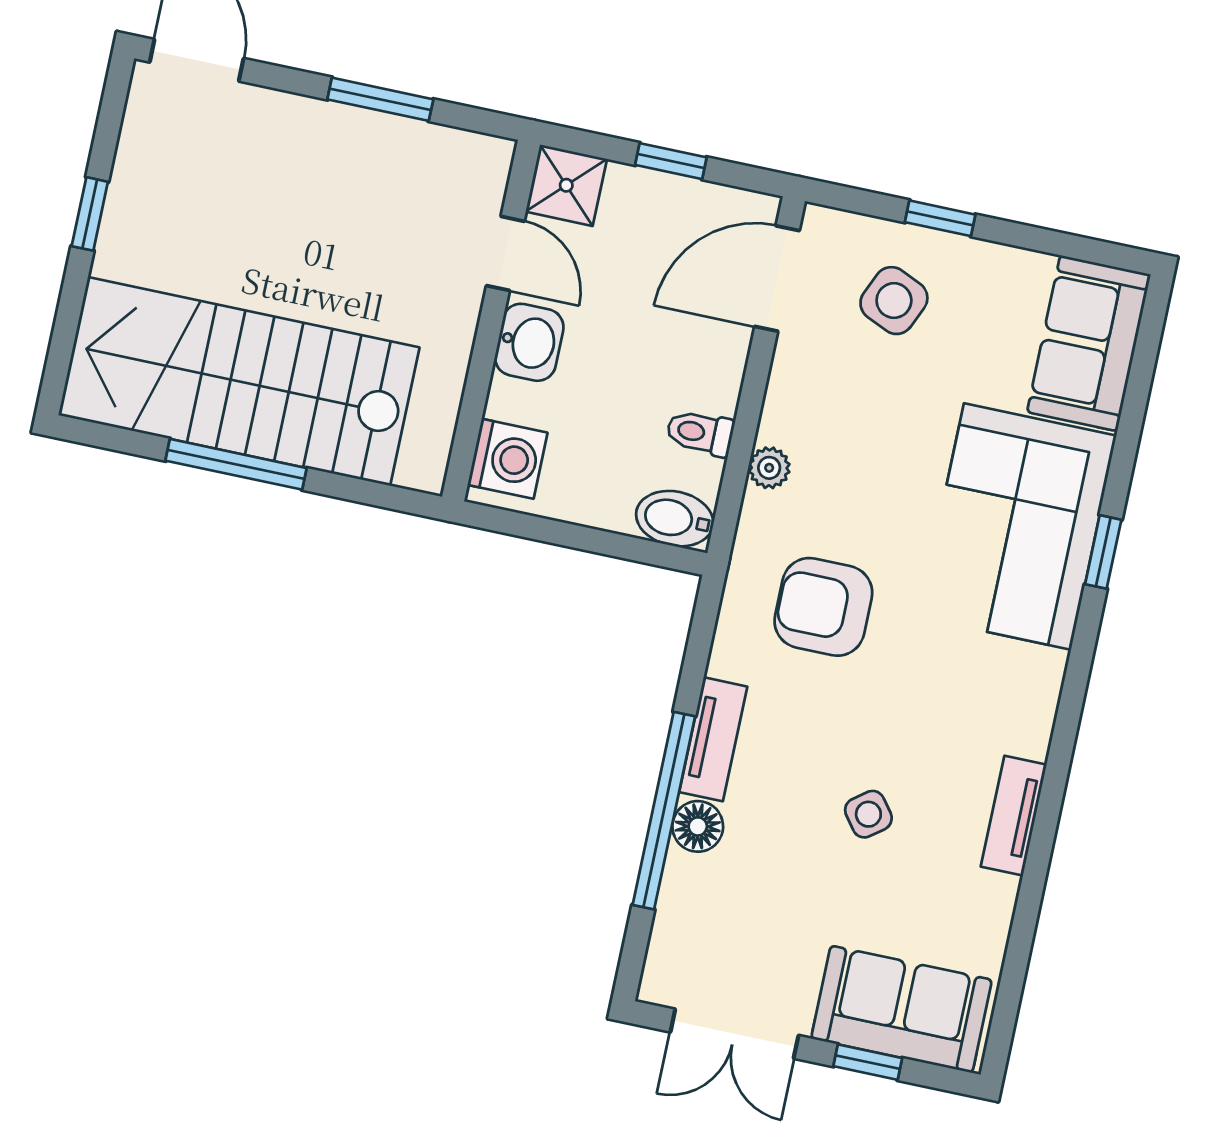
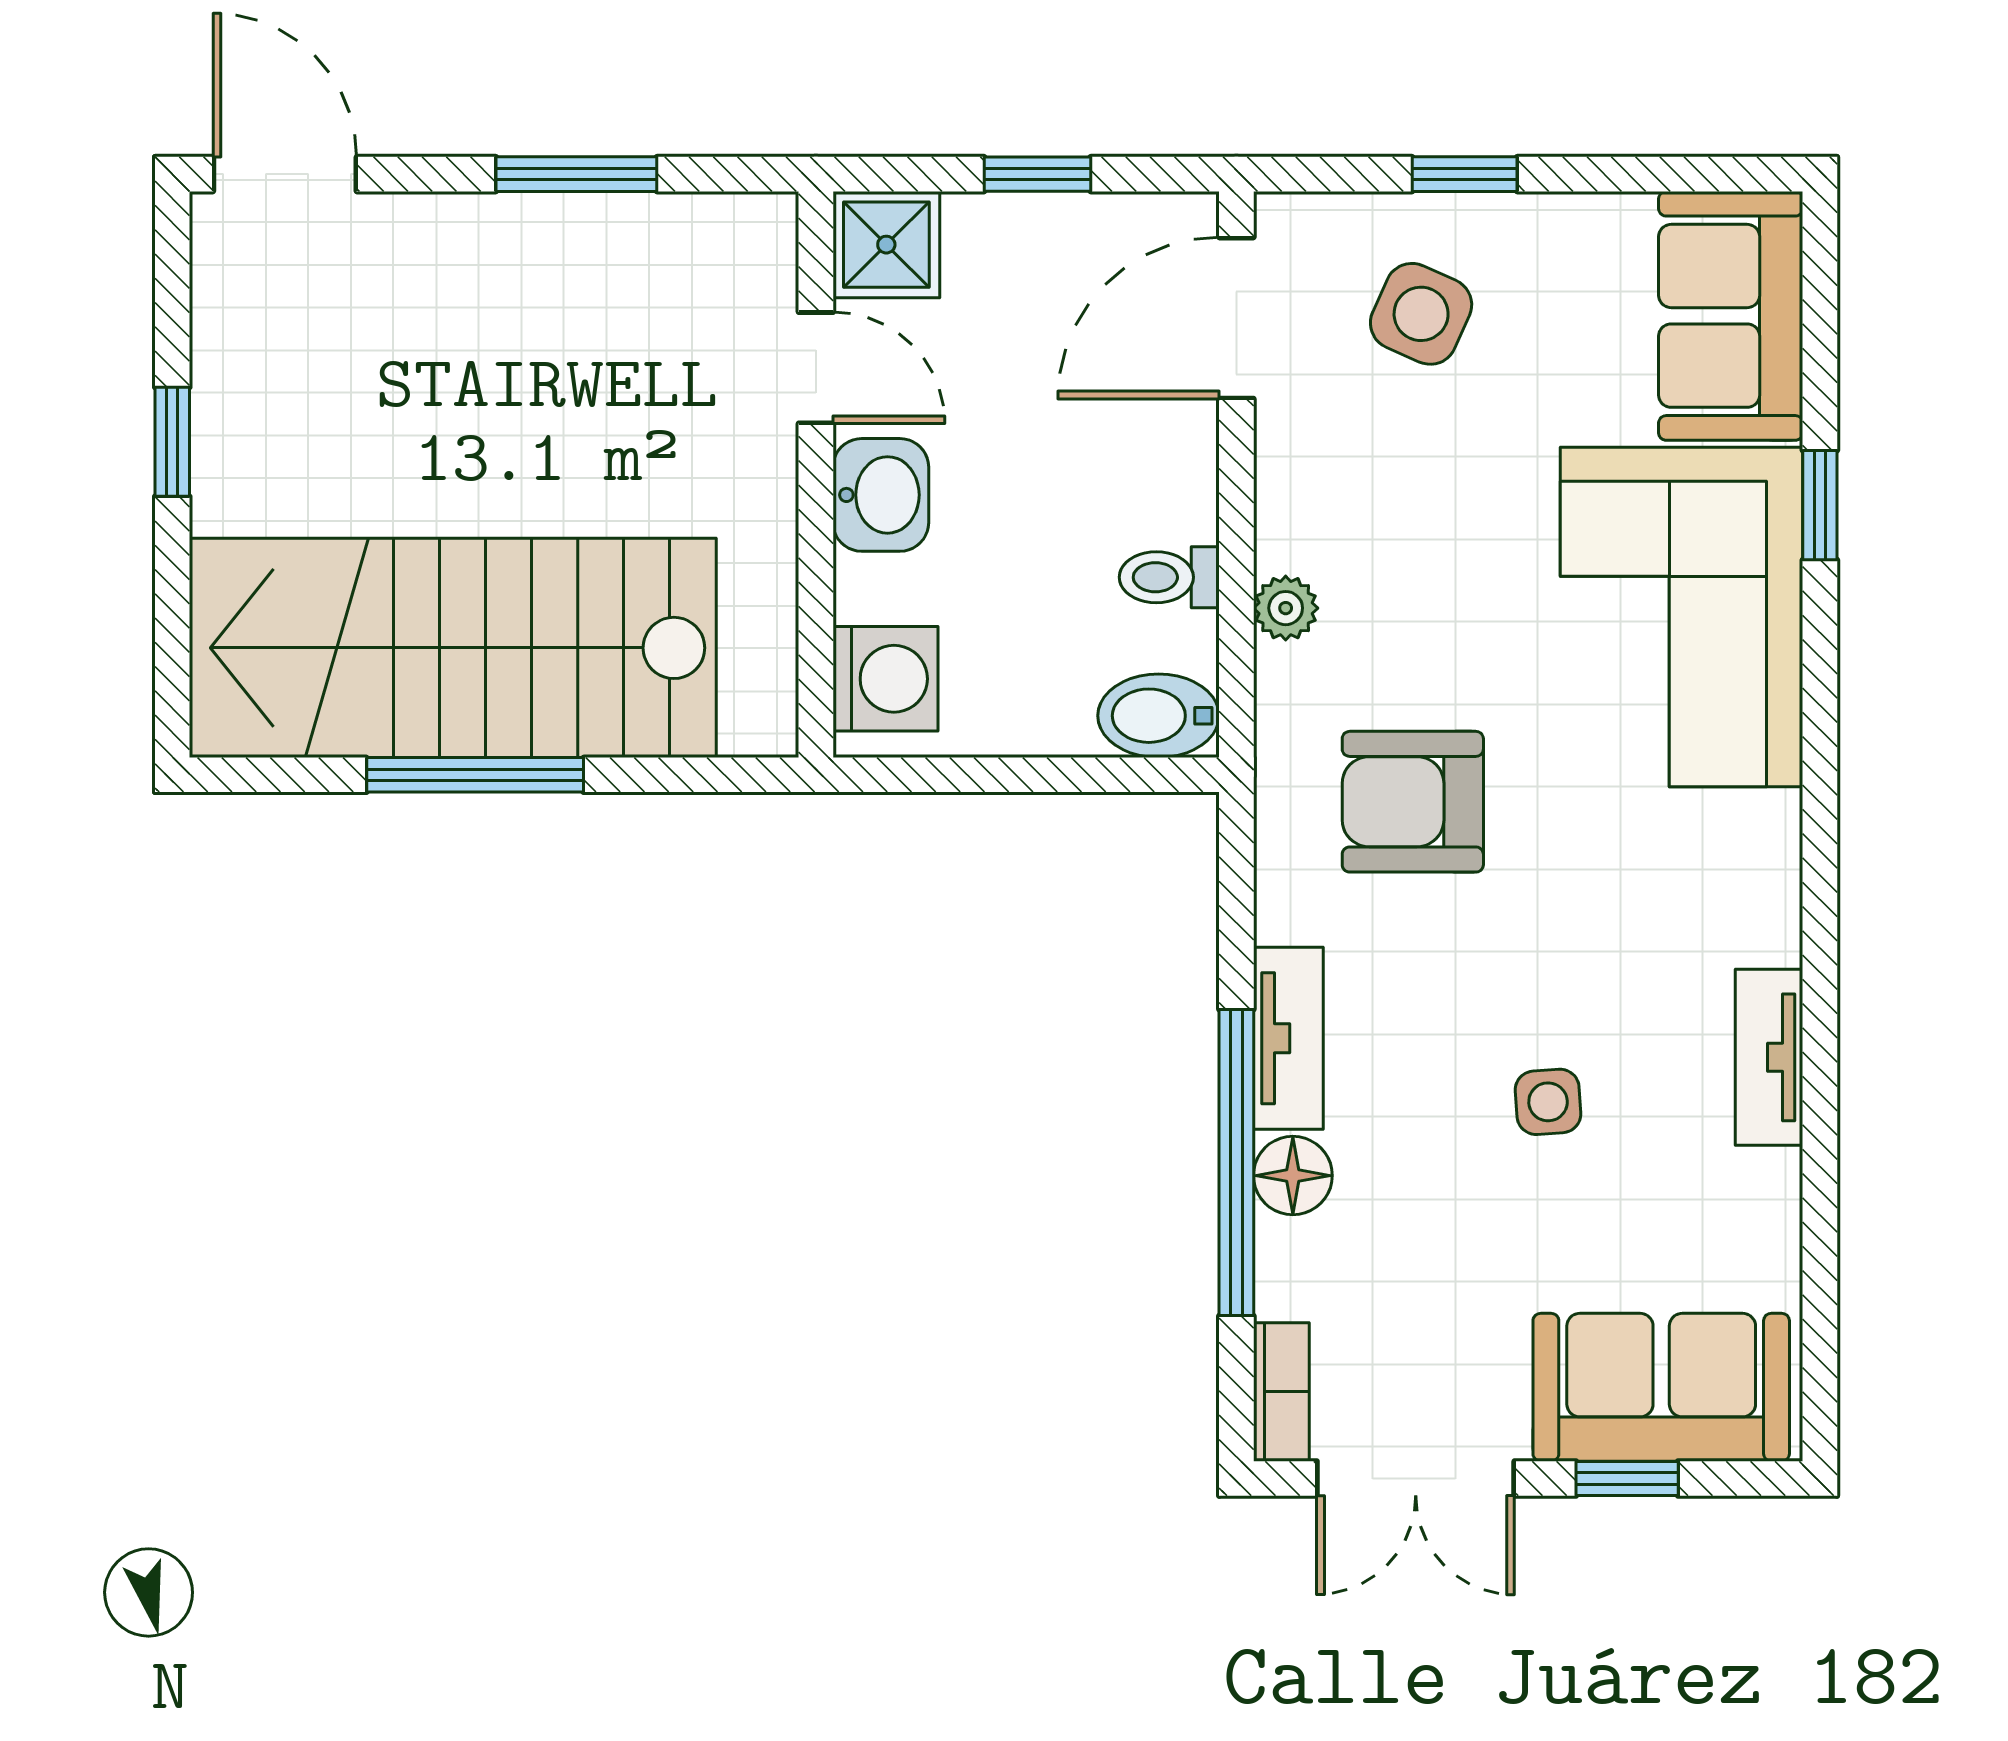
window: (1103, 552) -> (1820, 505), moved
side table: (868, 814) -> (1548, 1102), turned 33
bookcase: (661, 961) -> (1281, 1392), added

